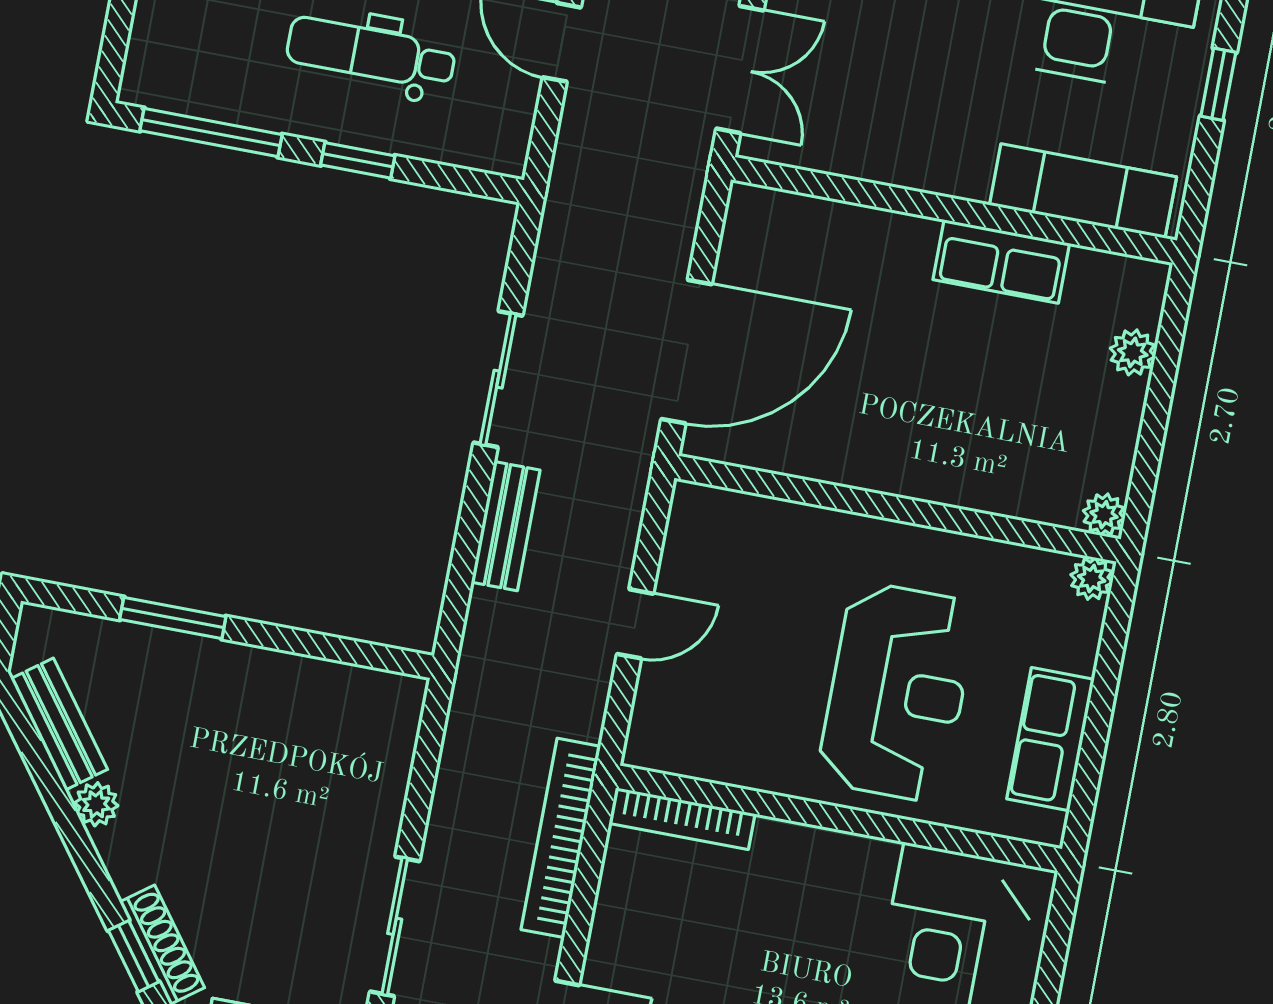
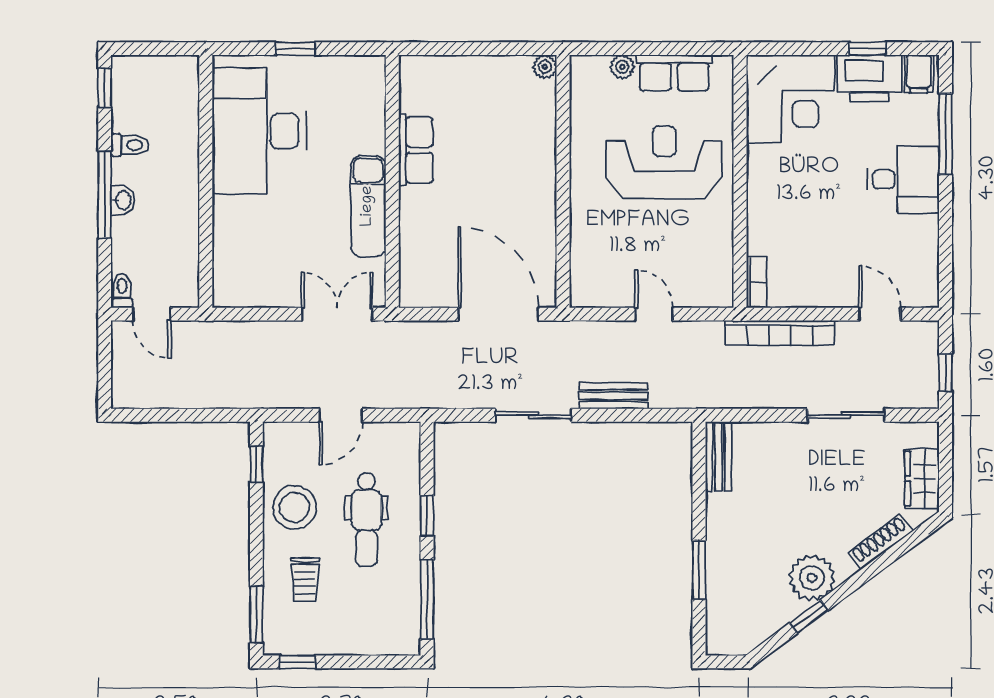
exam couch: (1083, 191) -> (368, 206), moved
plant: (1133, 352) -> (452, 68), removed
plant: (1092, 578) -> (622, 67), moved
bench: (59, 724) -> (719, 456), moved, turned -53
plant: (96, 804) -> (812, 578), width x1.88, depth x1.88
bookcase: (682, 819) -> (757, 282), width x0.64
window: (134, 956) -> (809, 617), moved

